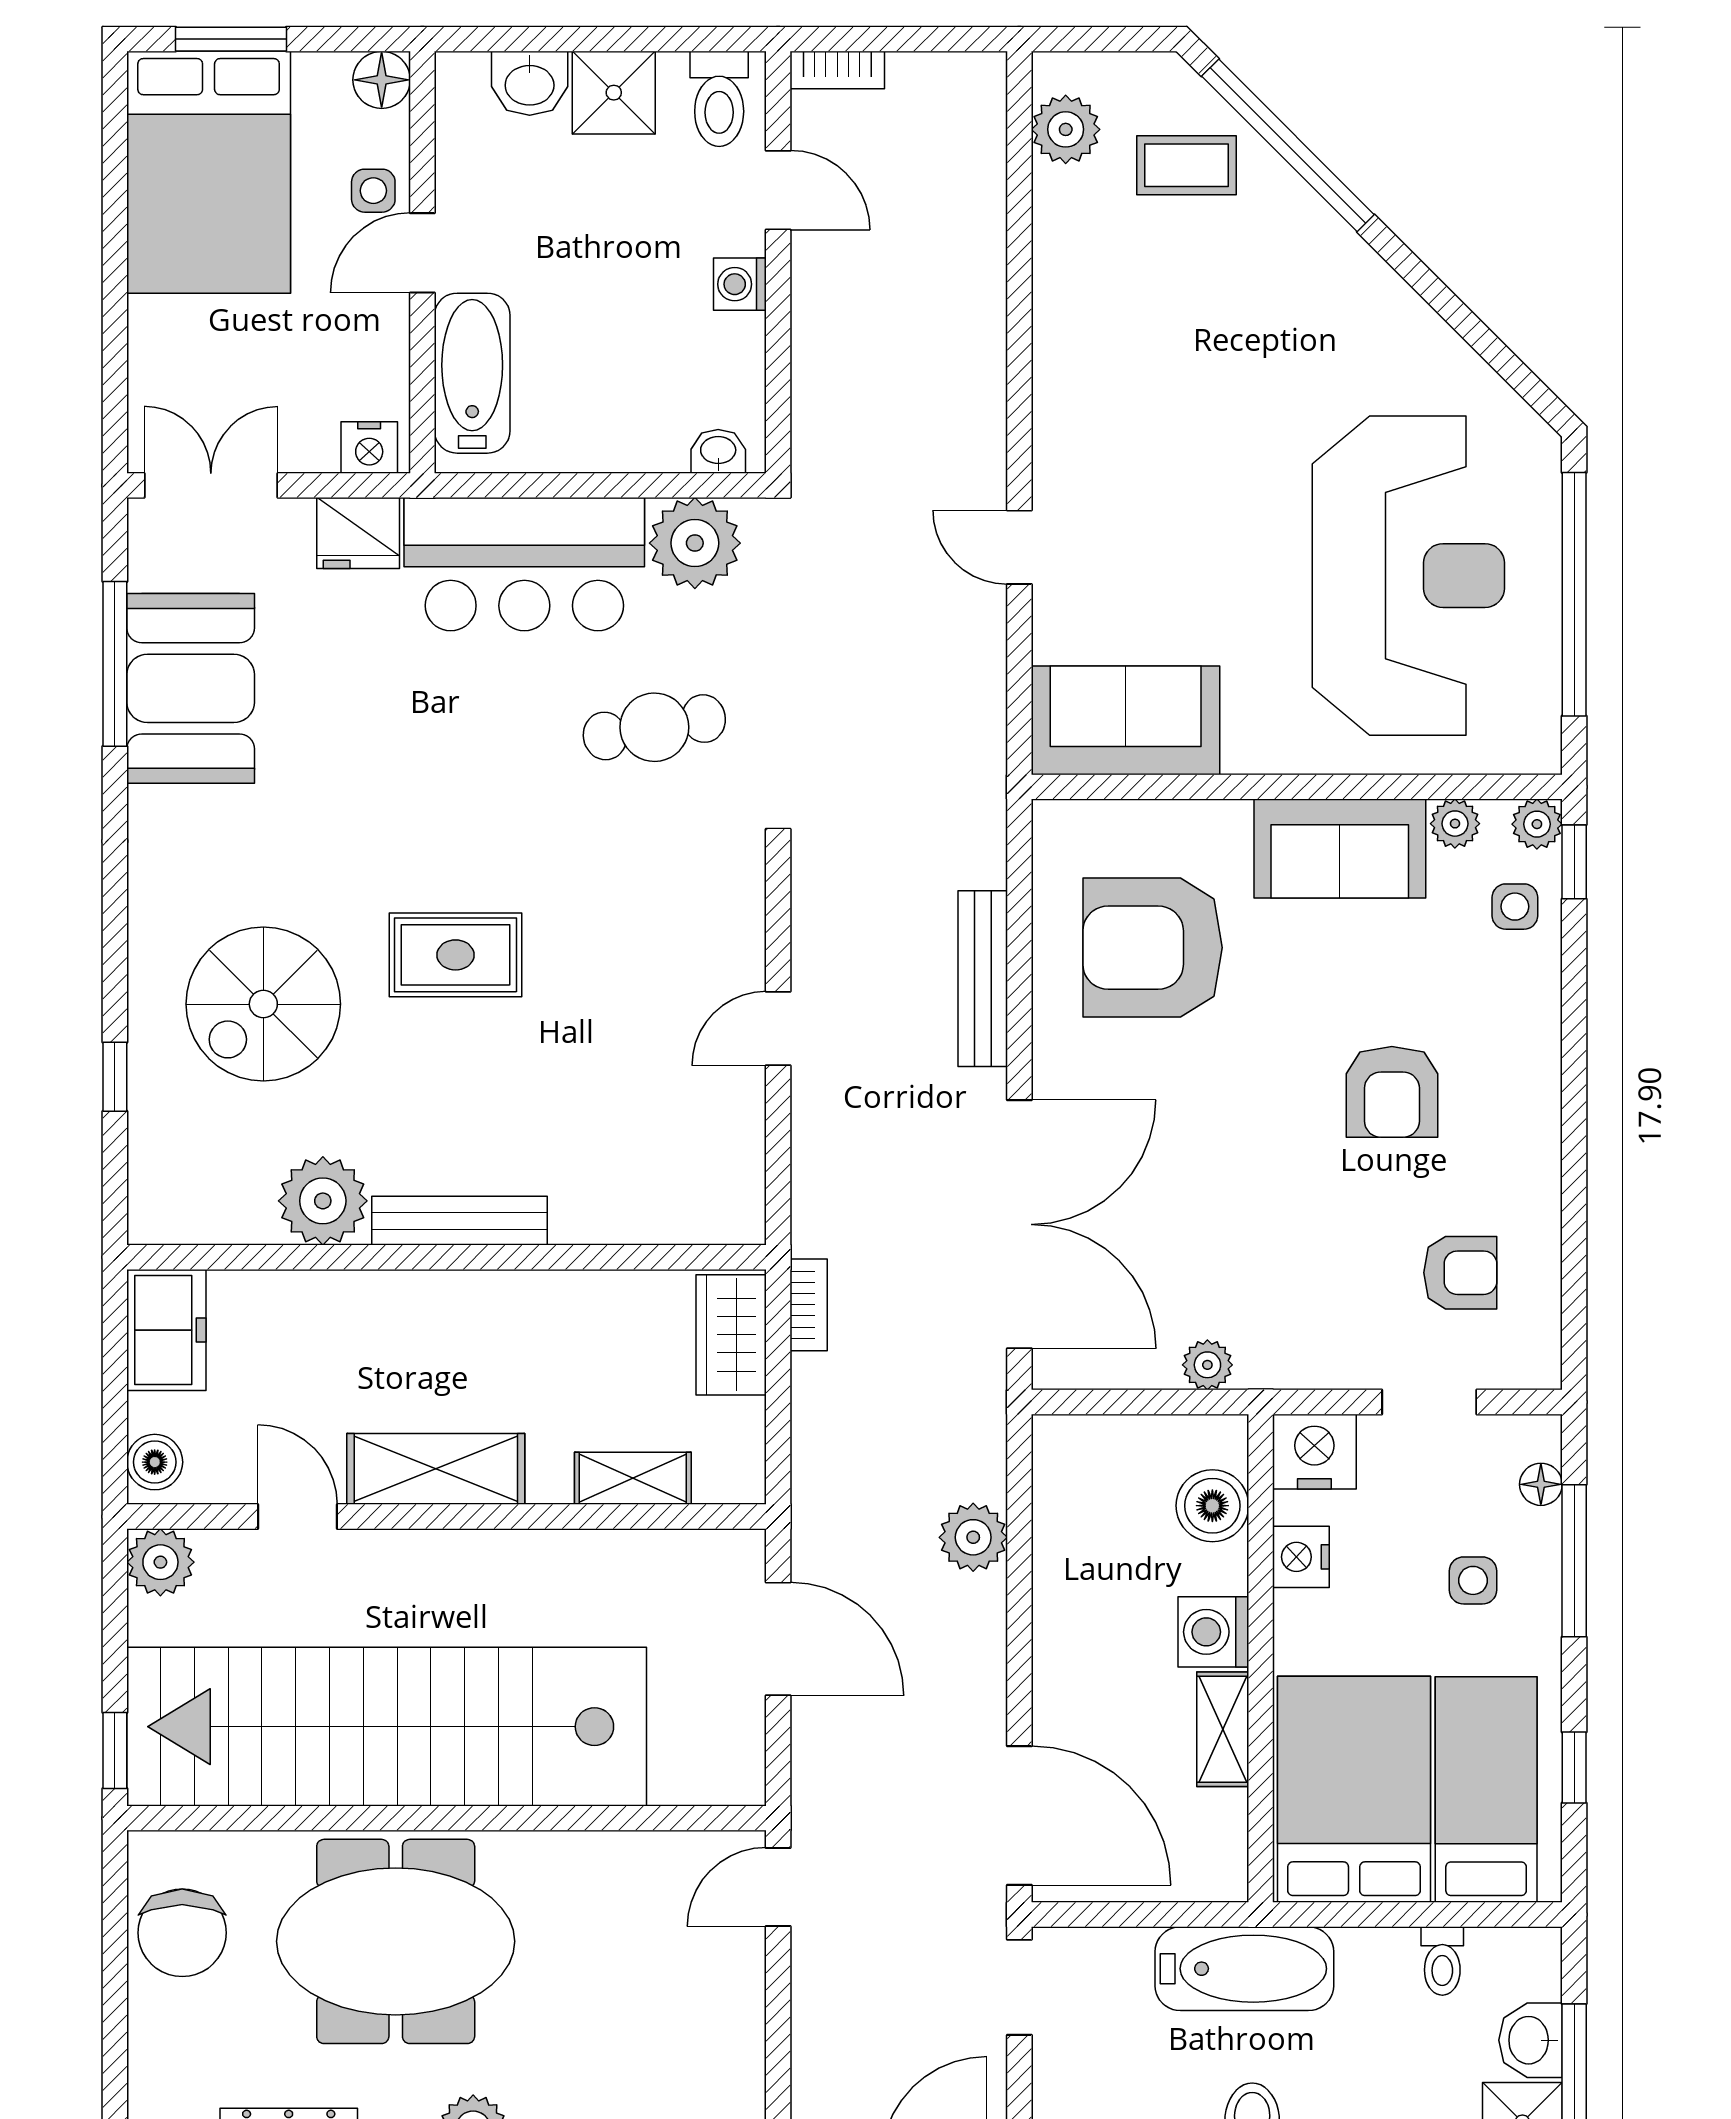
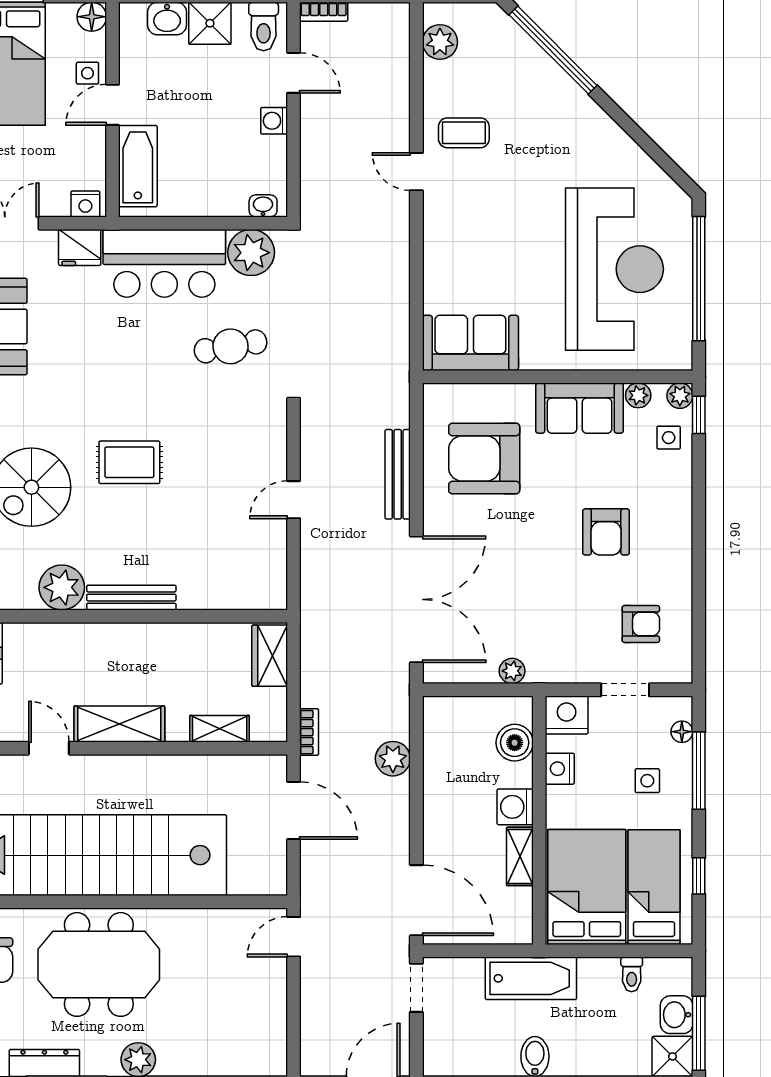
coffee table: (1186, 165) -> (464, 133), moved
door: (1019, 547) -> (416, 172), moved
bookcase: (809, 1305) -> (309, 732), moved

